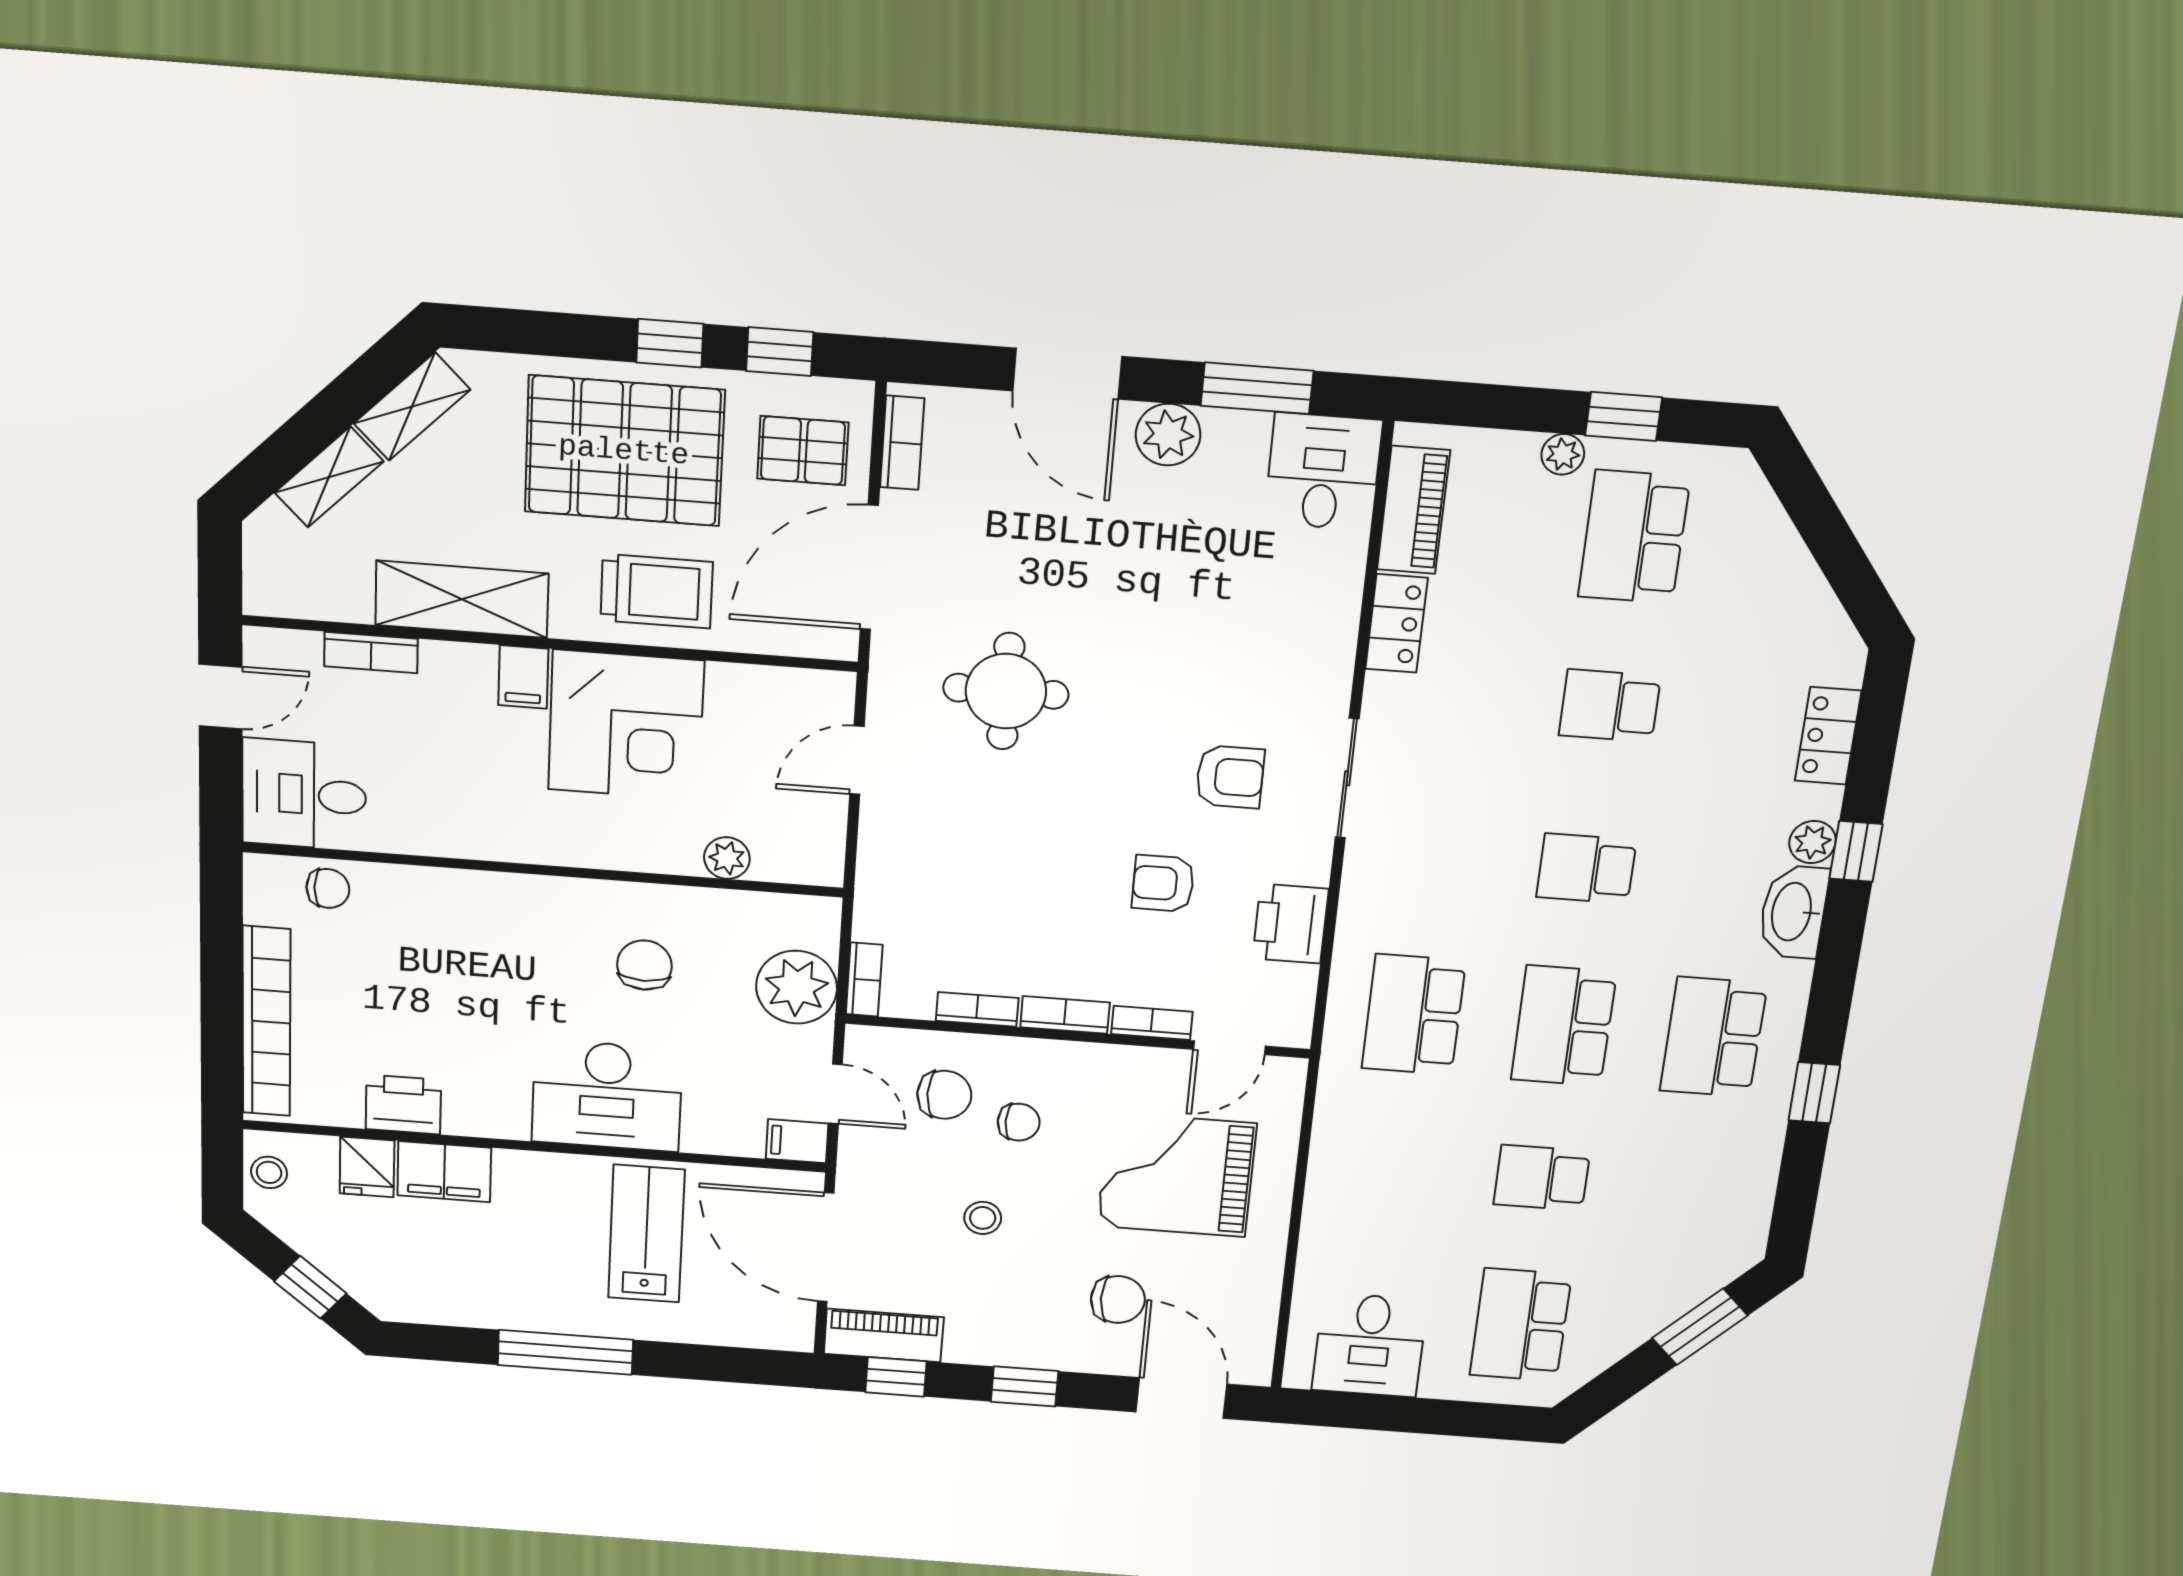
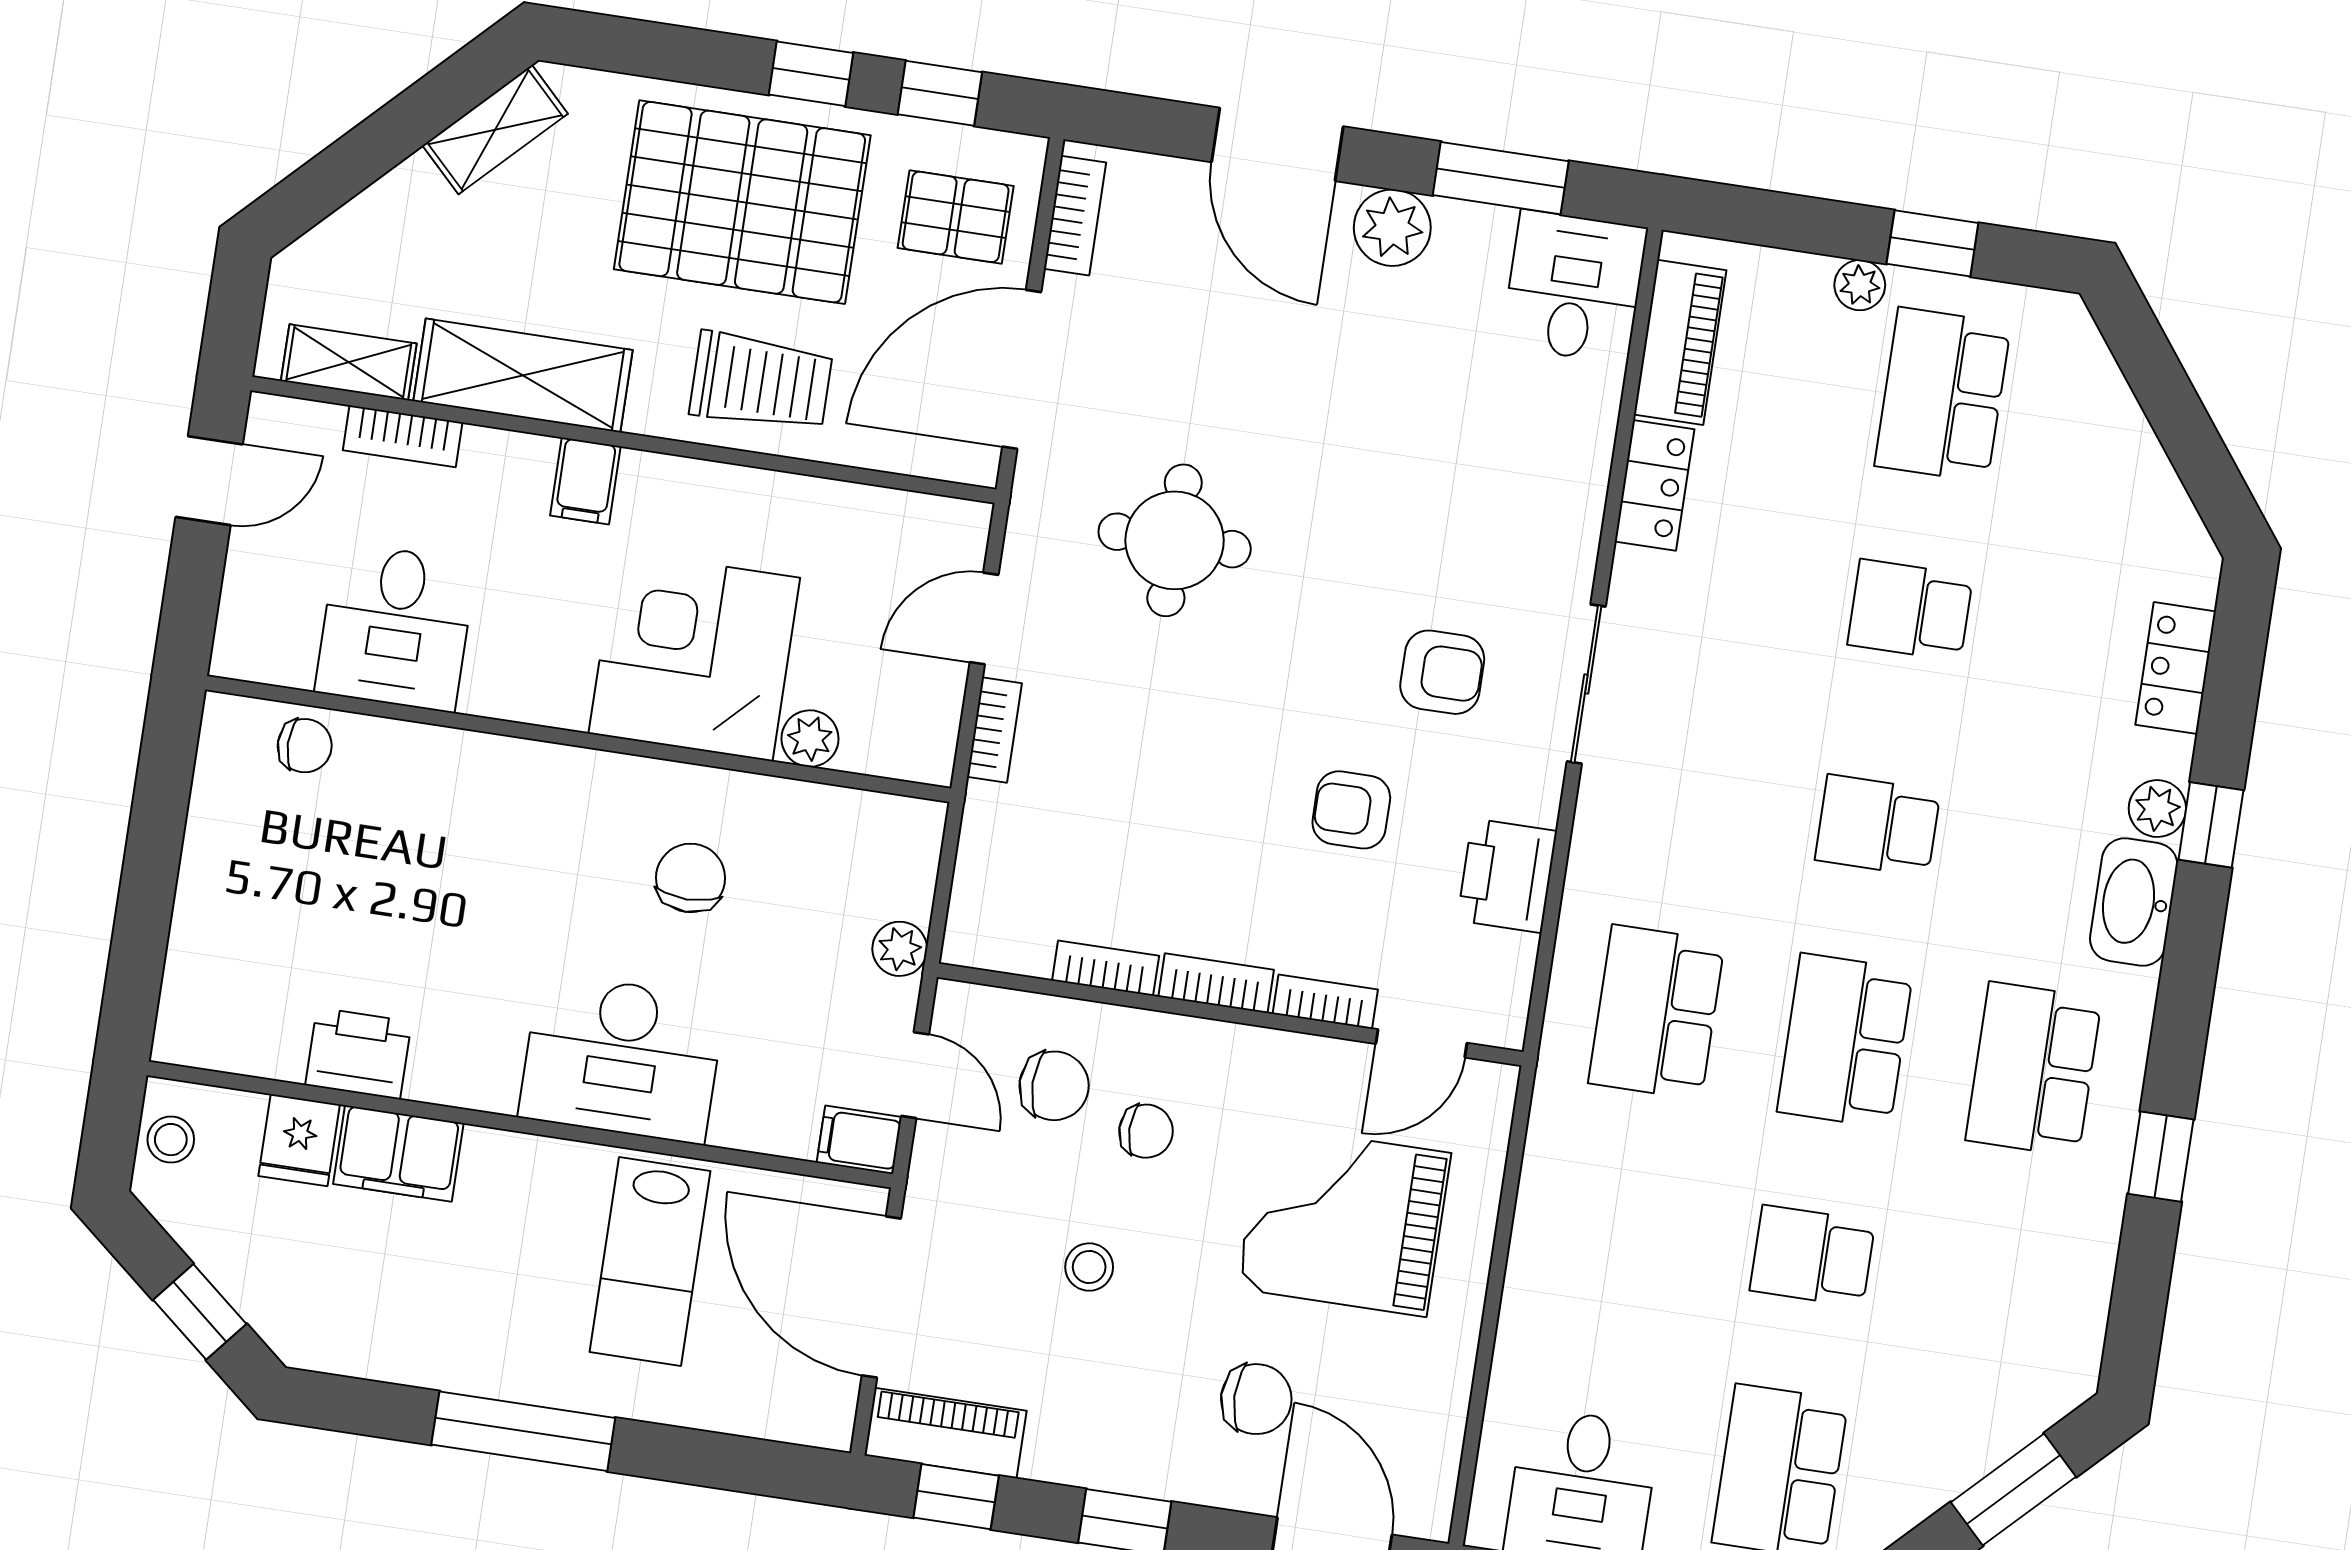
shelving: (329, 477) -> (349, 362), moved, turned 45
corner desk: (626, 725) -> (694, 656), moved, turned 180
desk: (304, 795) -> (396, 627), moved, turned -90
bookcase: (864, 980) -> (994, 730), moved
plant: (797, 987) -> (900, 949), width x0.53, depth x0.53
bookcase: (266, 1022) -> (200, 924), removed
lab bench: (646, 1234) -> (650, 1262), turned 180

